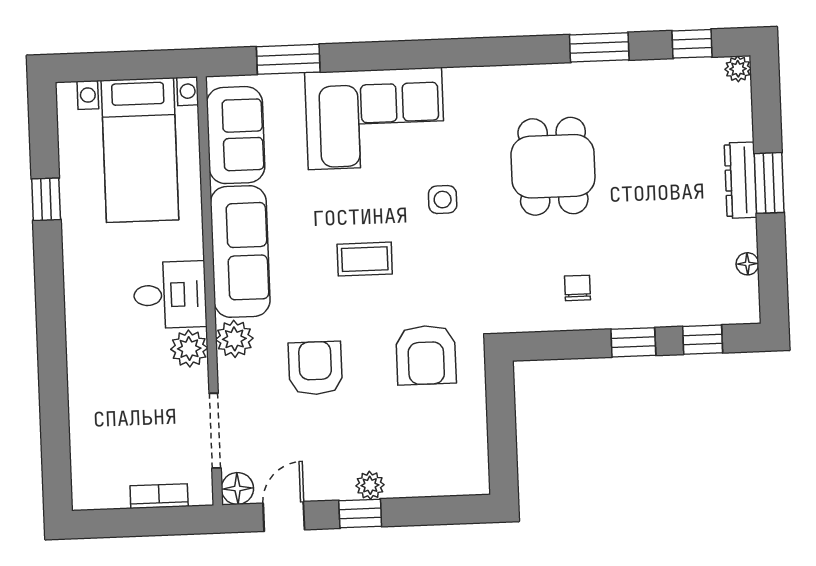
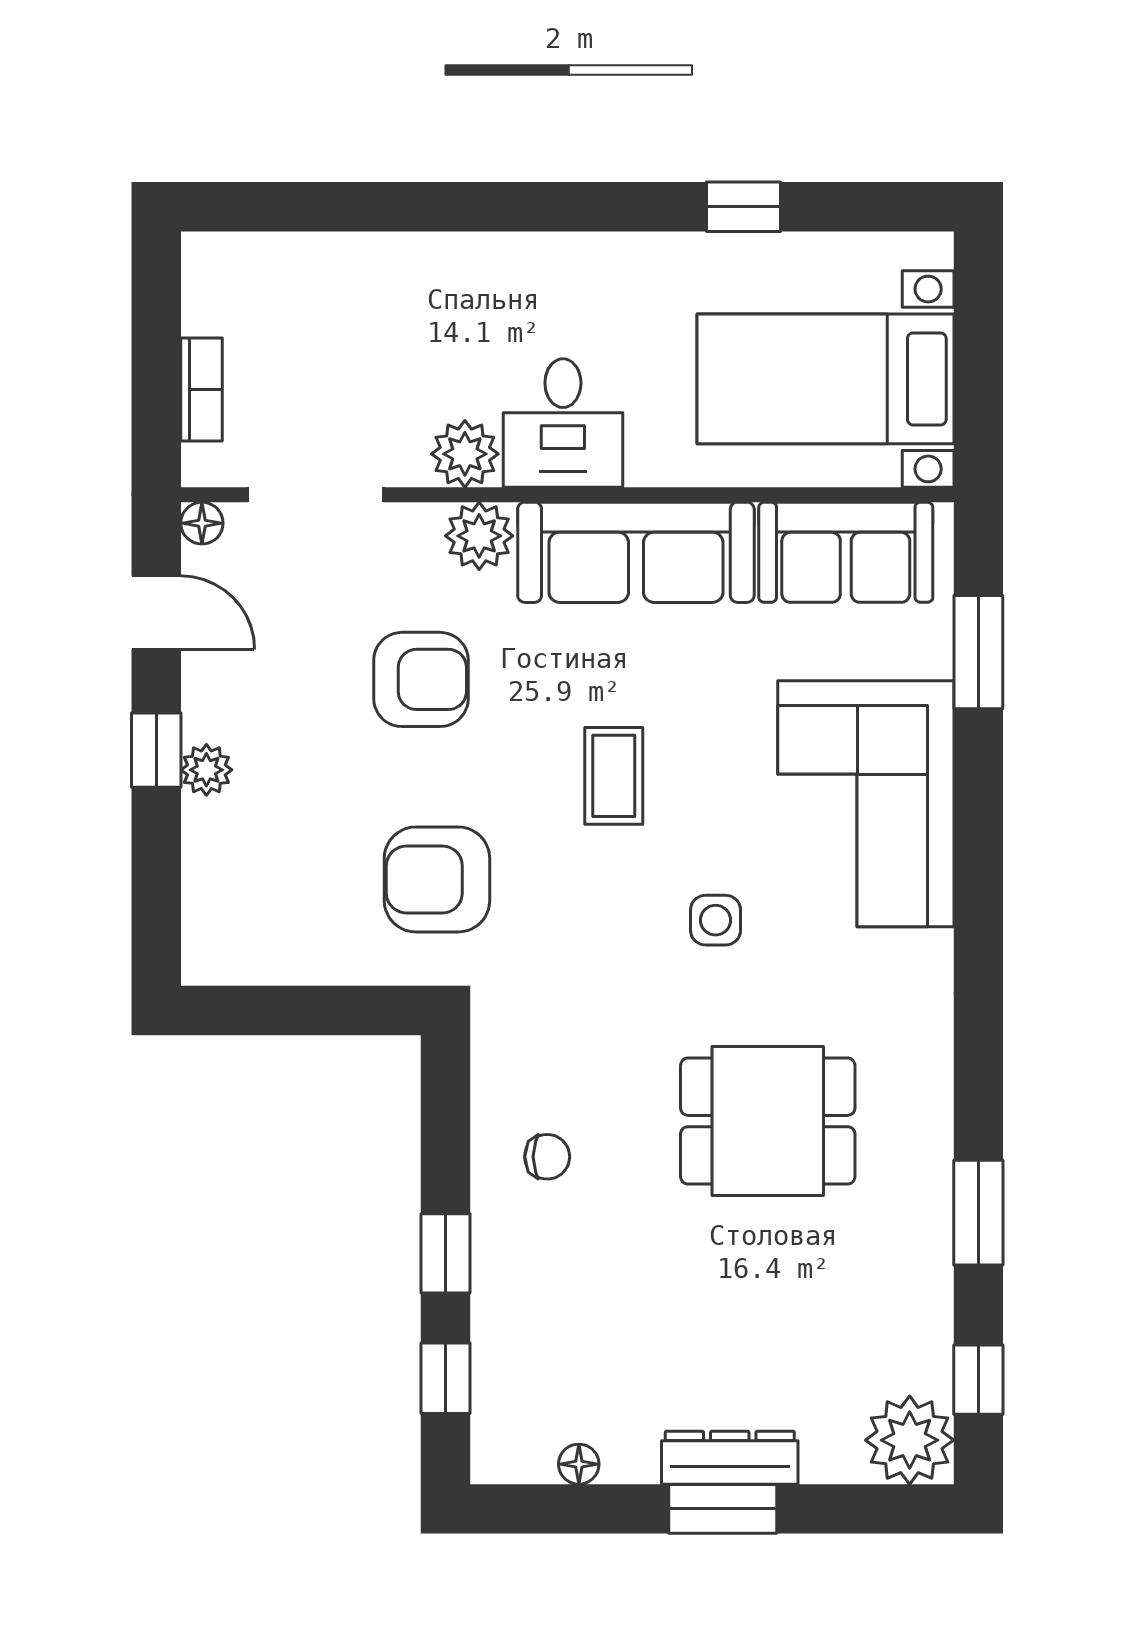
plant: (738, 69) -> (910, 1440), width x1.88, depth x1.88
floor lamp: (237, 488) -> (202, 523), width x0.73, depth x0.73

